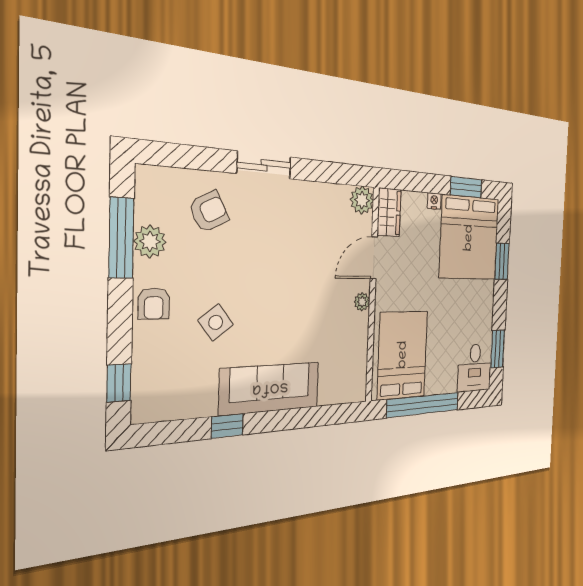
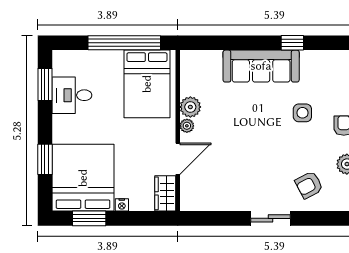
plant: (362, 200) -> (190, 107), moved
side table: (216, 322) -> (302, 113), turned 37
desk: (475, 368) -> (72, 95), moved, turned -90

